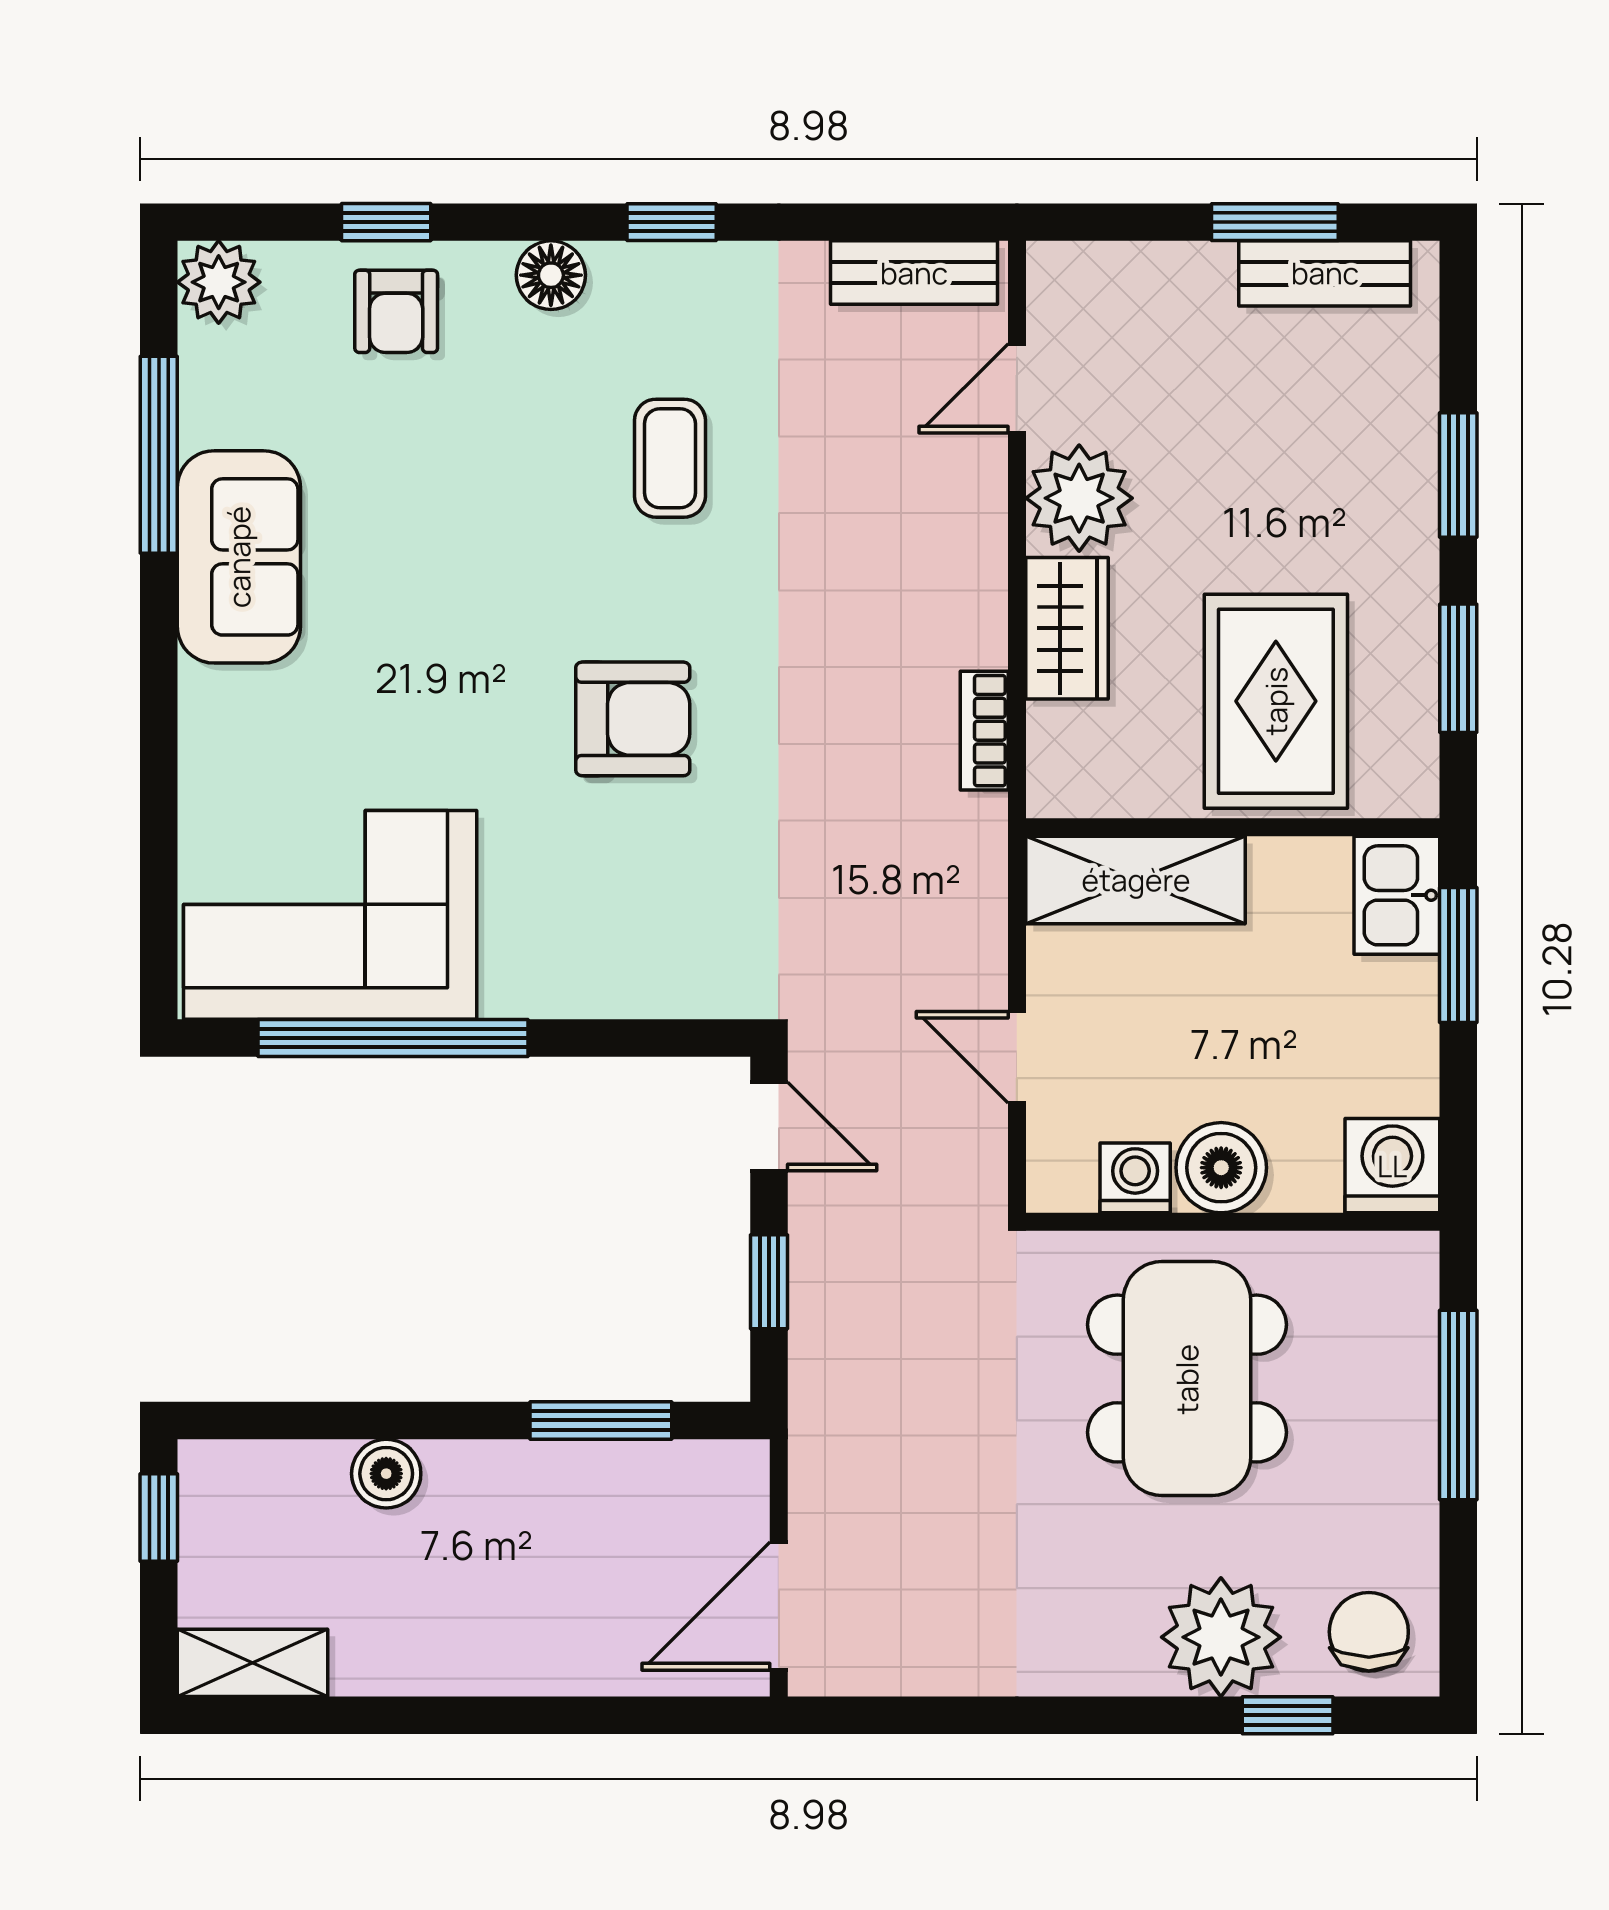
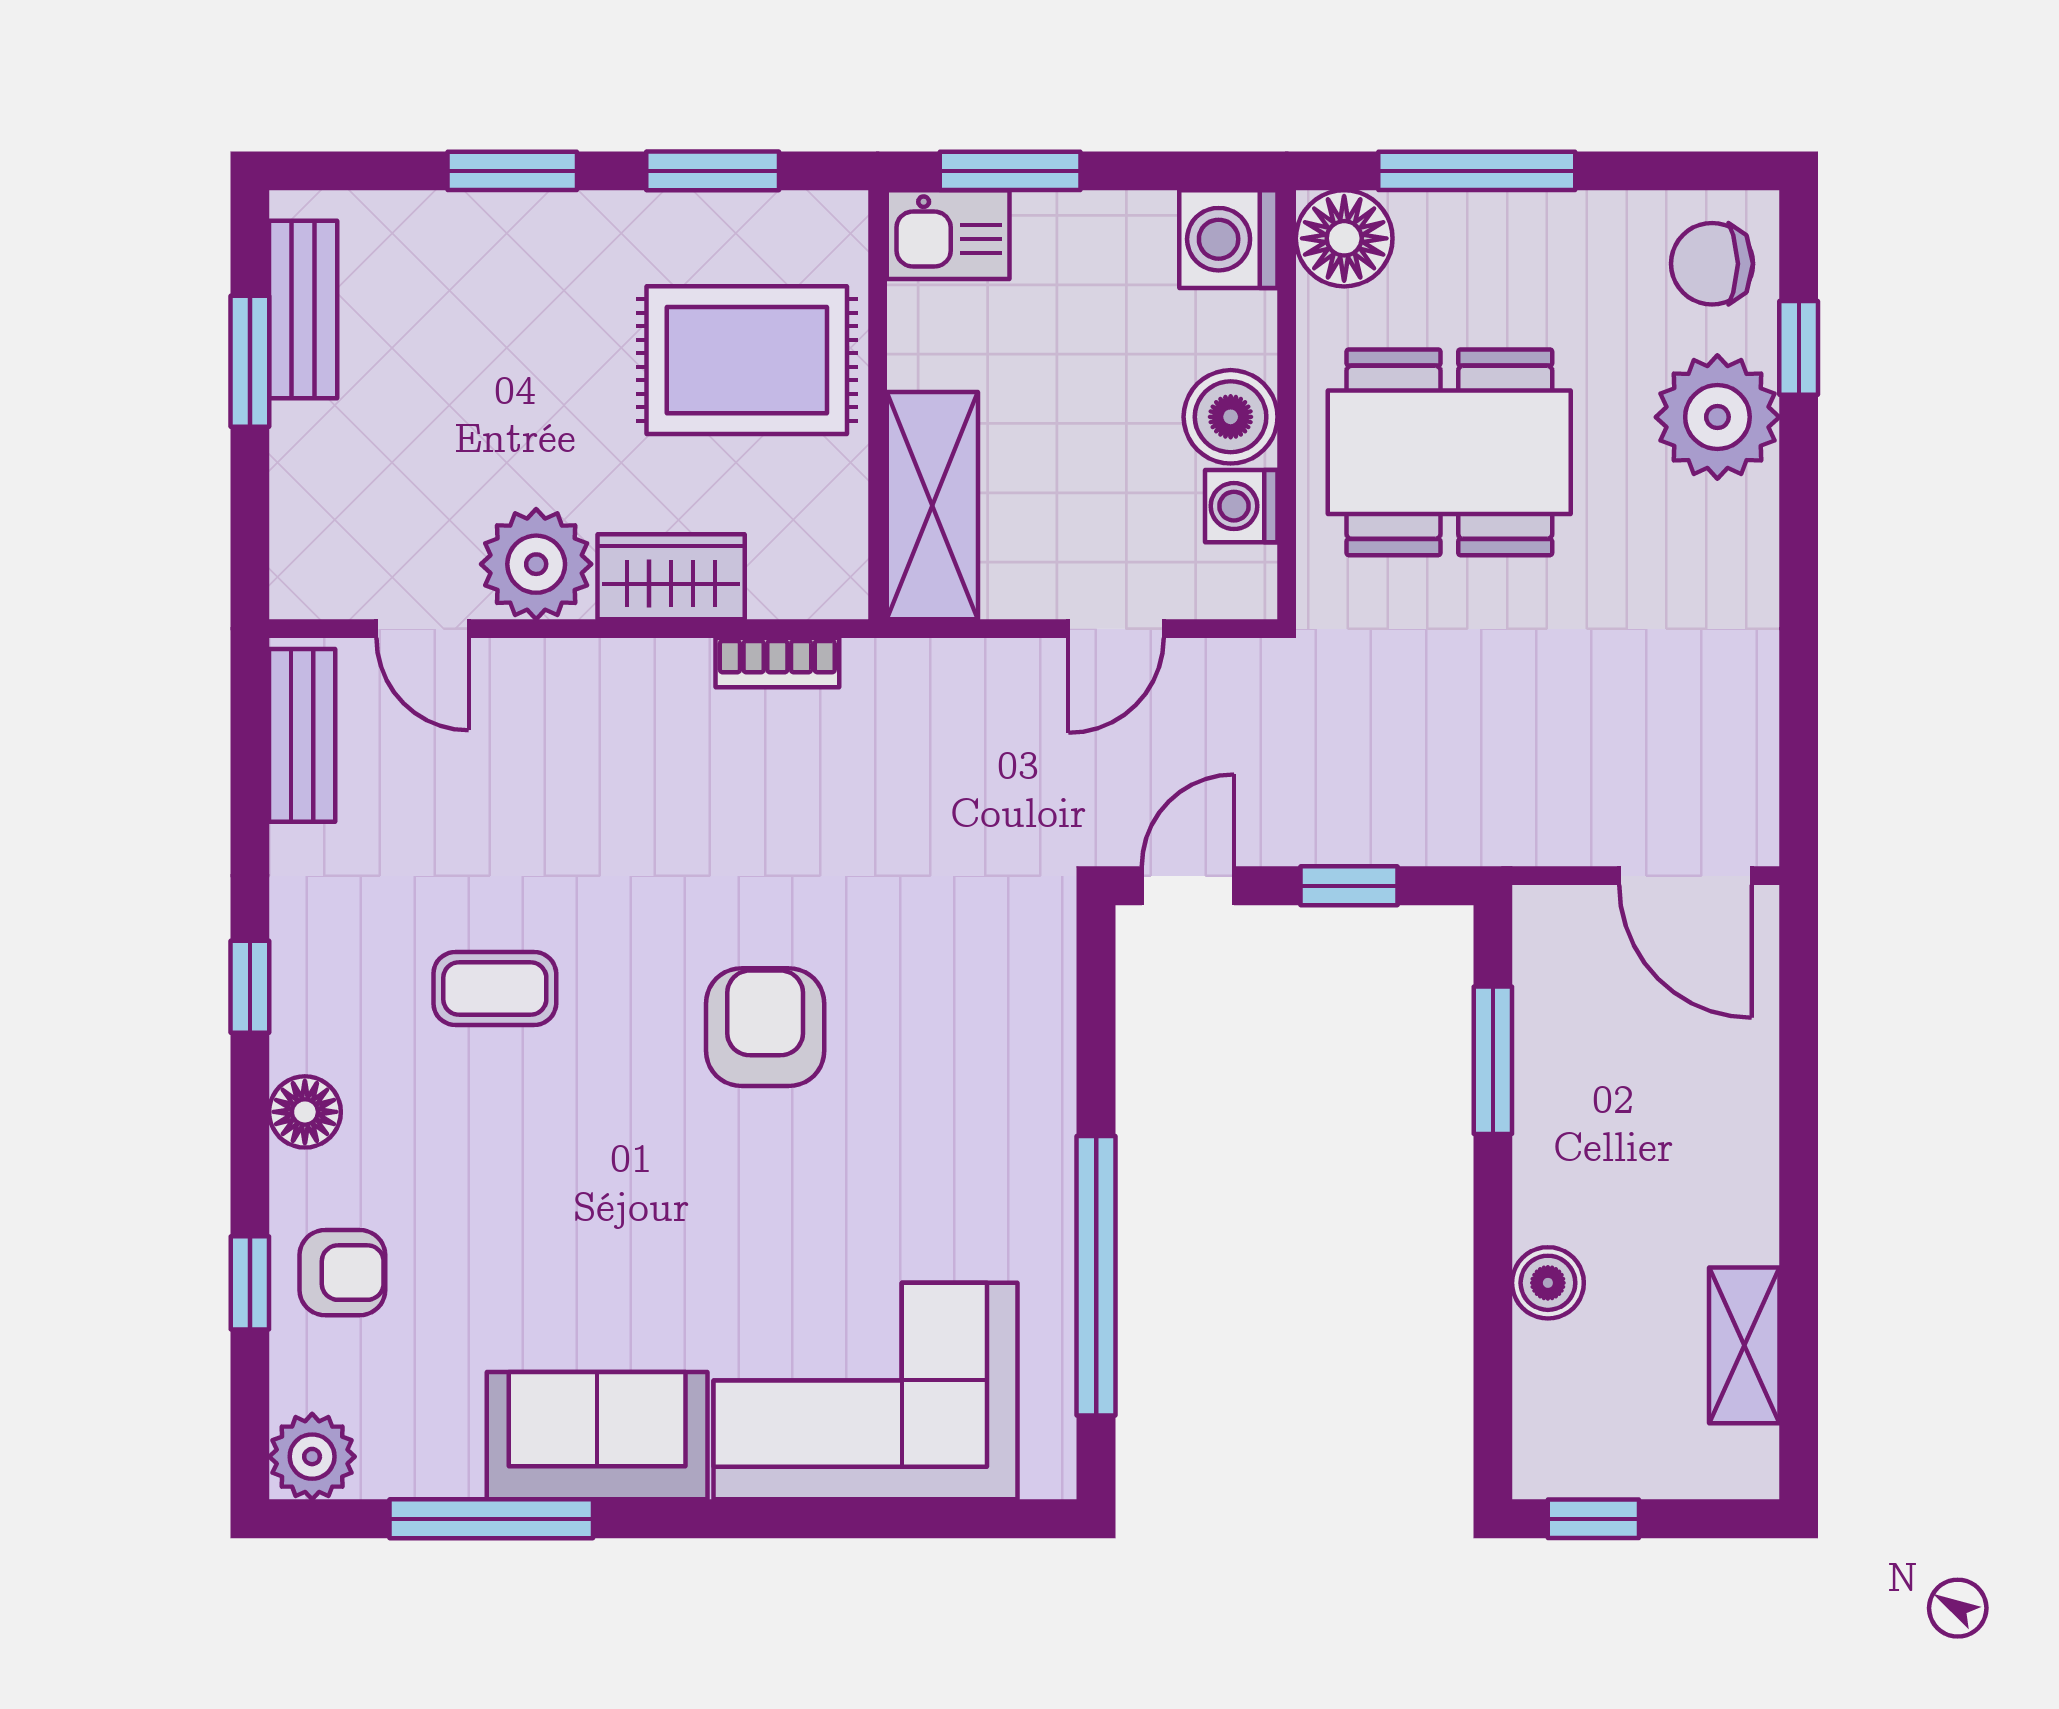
corner sofa: (330, 915) -> (865, 1391), moved, turned 90
floor lamp: (1393, 1277) -> (1344, 238), added
shelving: (253, 1663) -> (1744, 1345), moved

